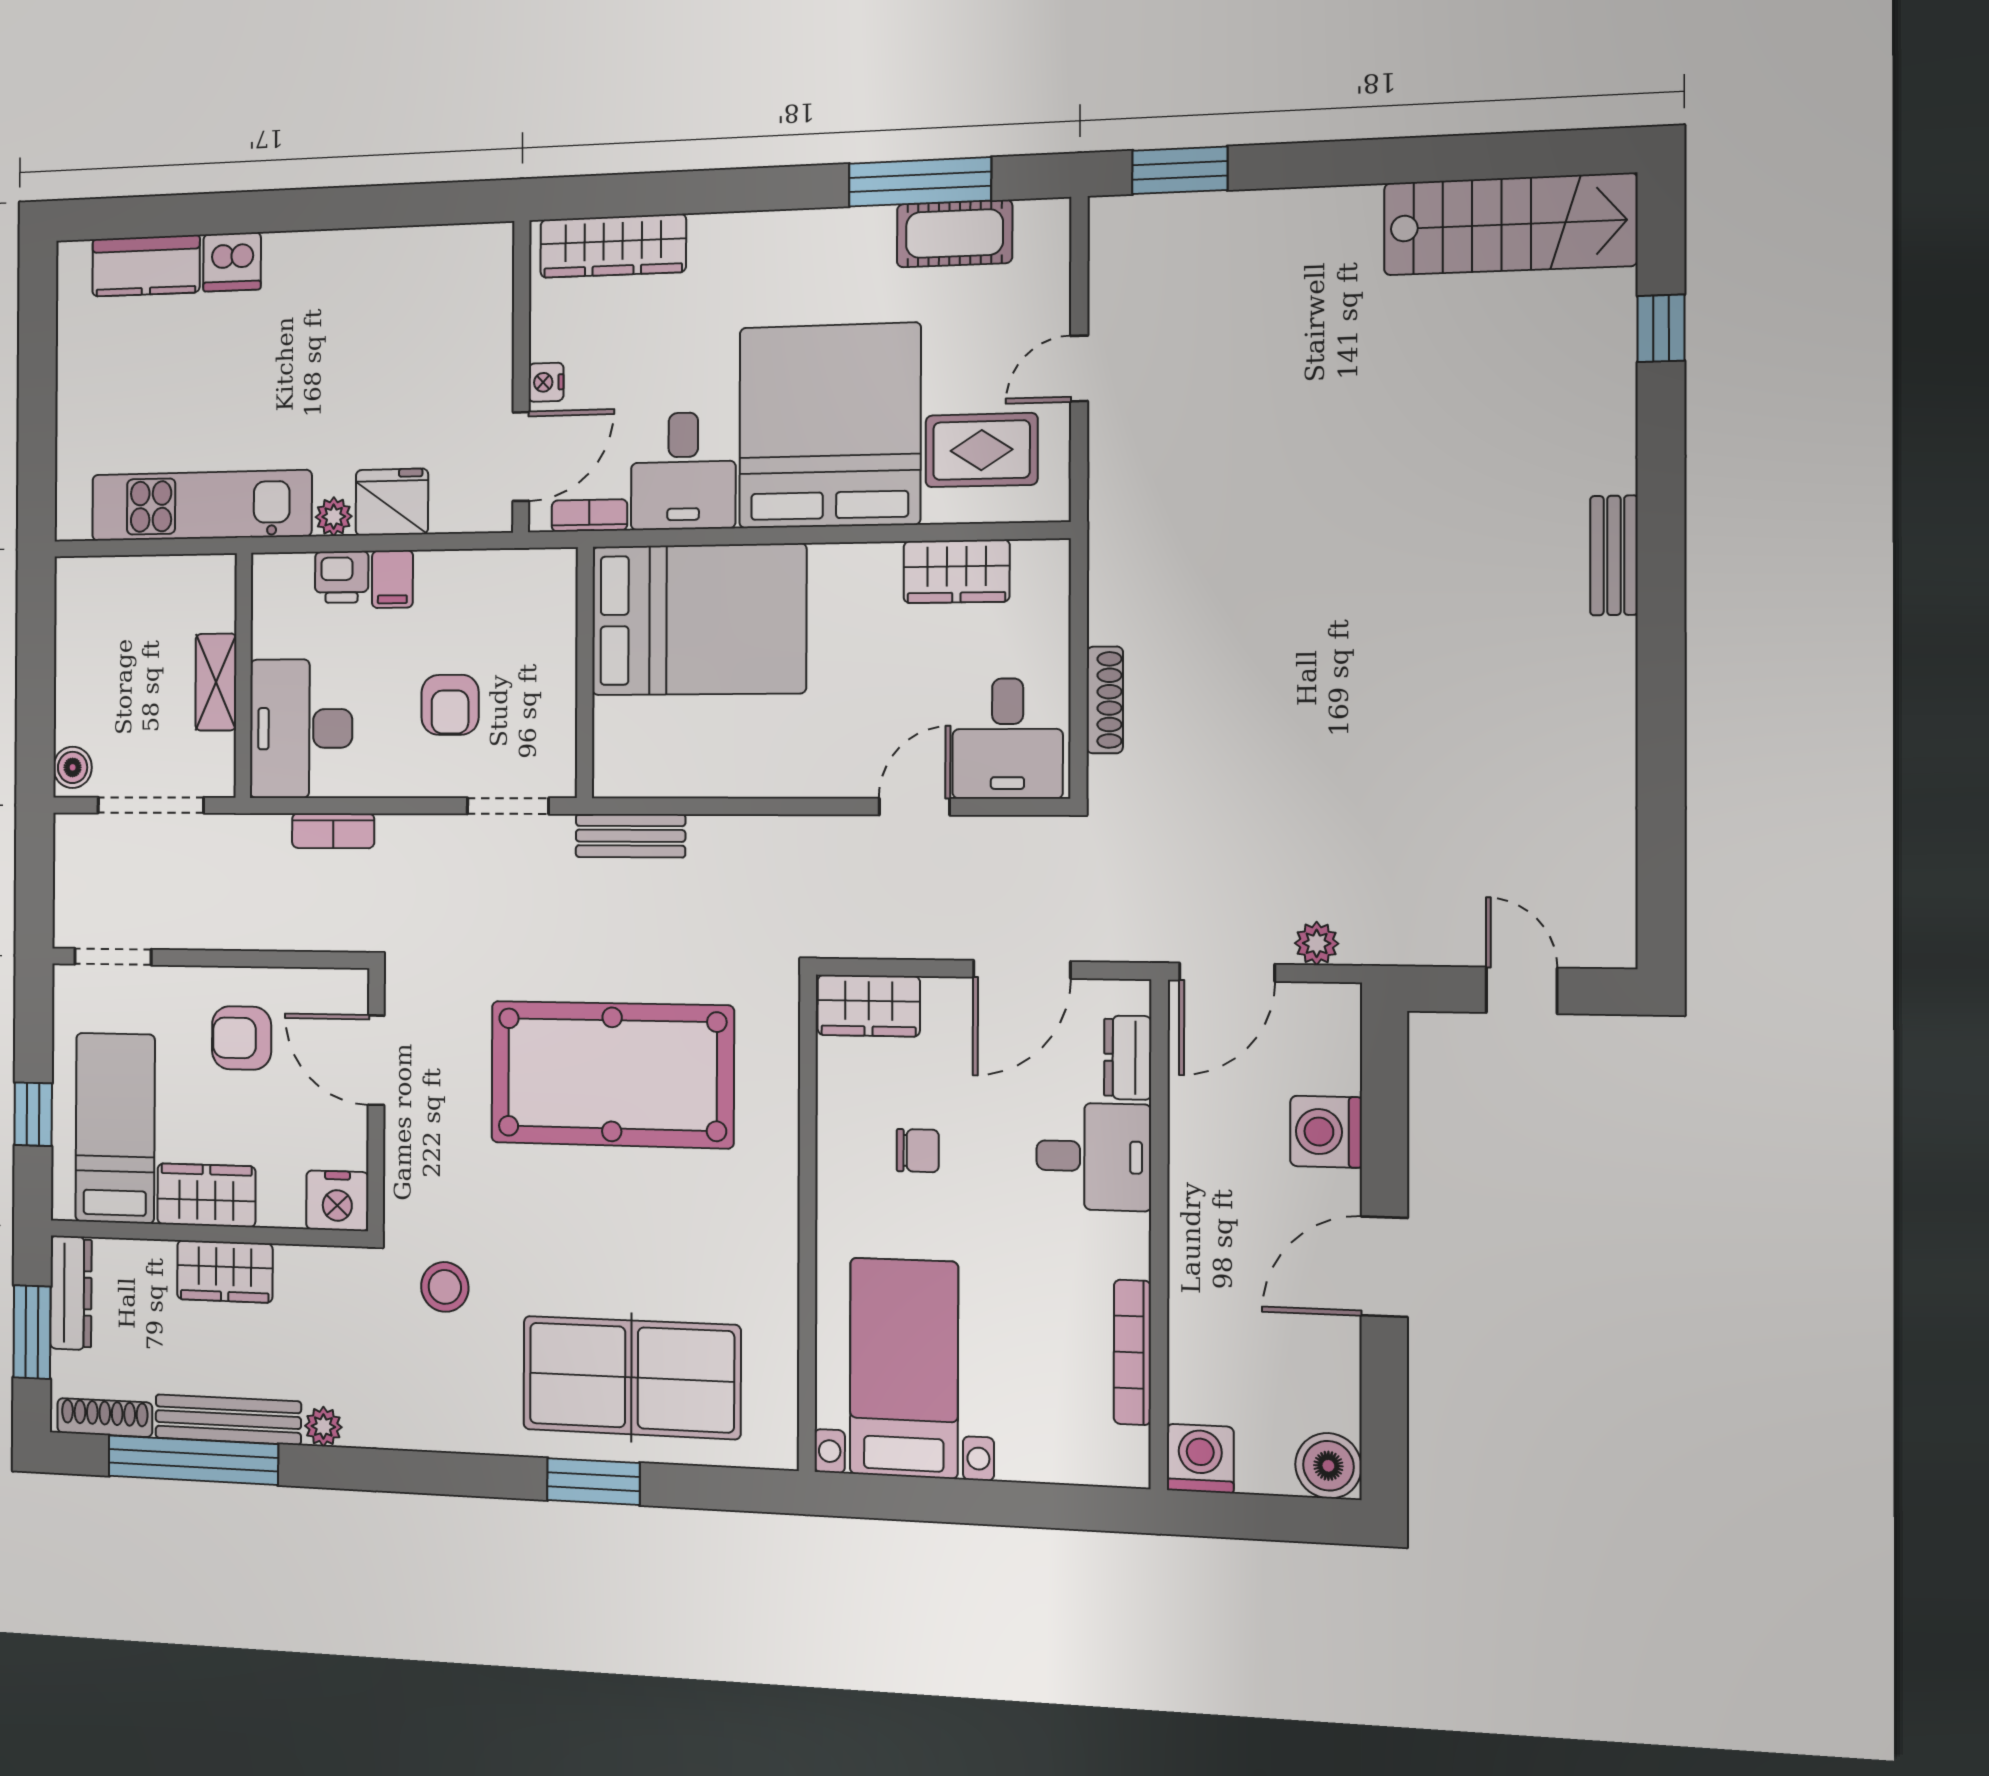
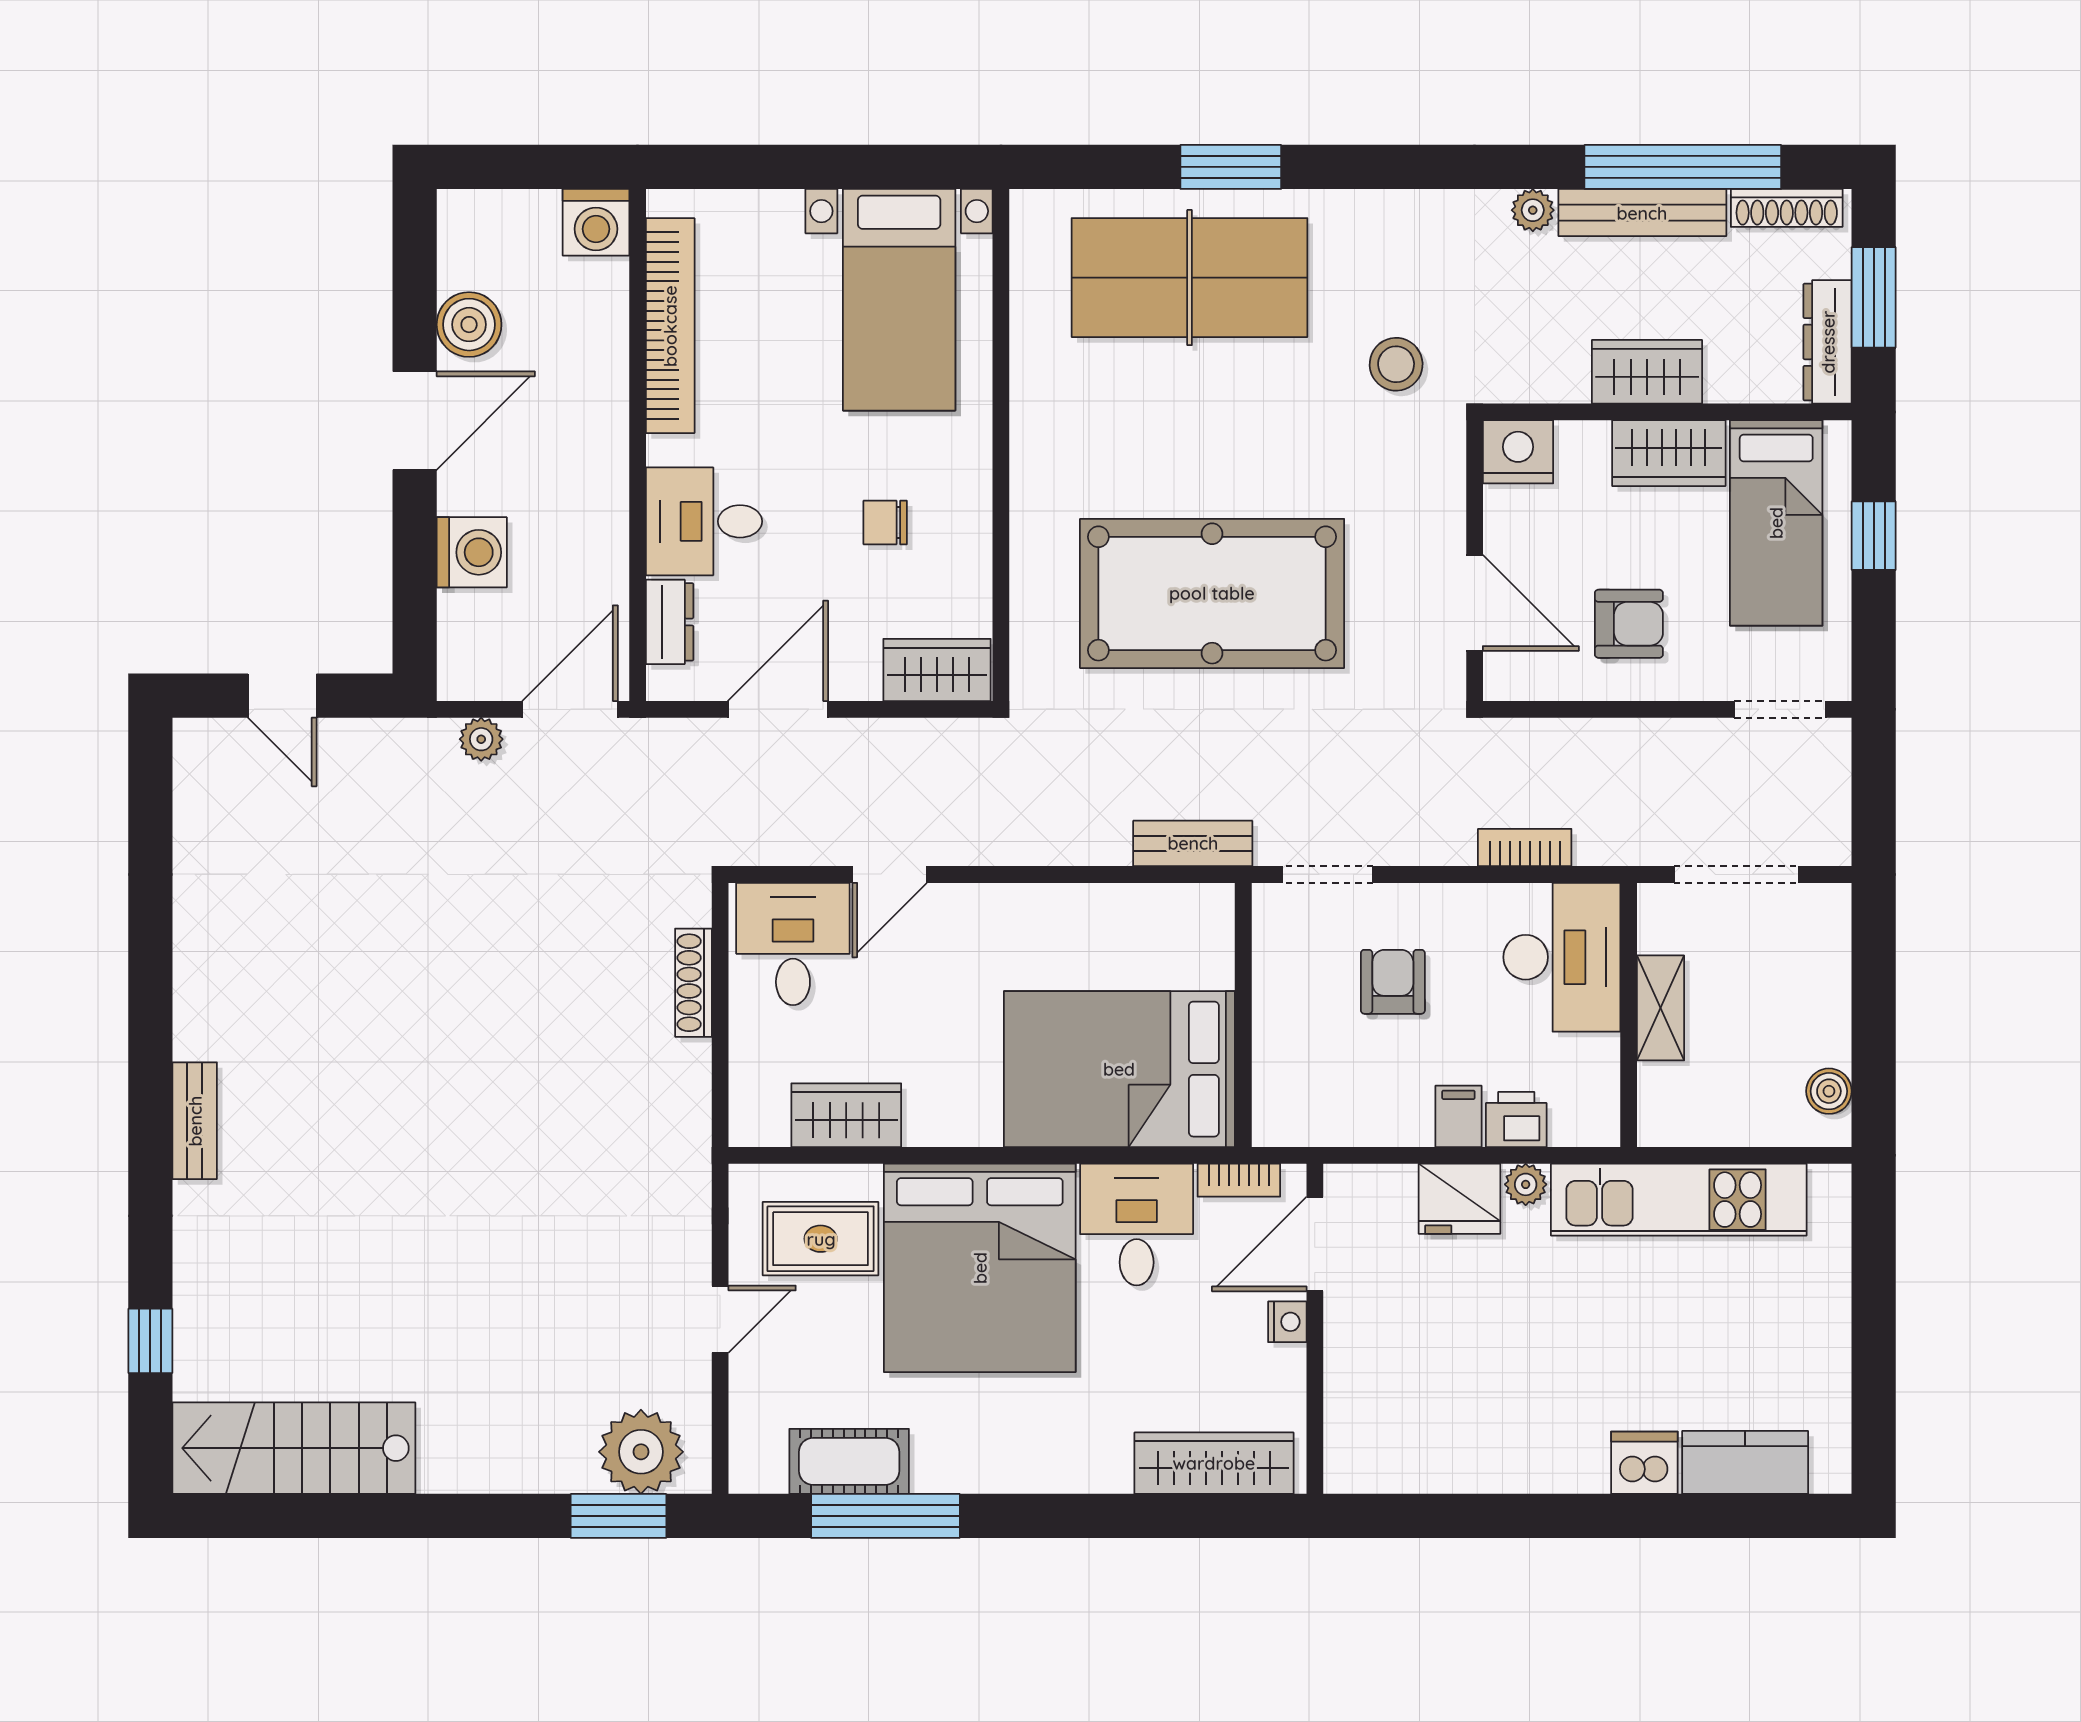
plant: (1157, 235) -> (641, 1452), added
boiler: (73, 767) -> (1829, 1091), moved
bookcase: (1132, 1352) -> (670, 326), width x1.48, depth x1.31
boiler: (1328, 1466) -> (469, 325), moved

